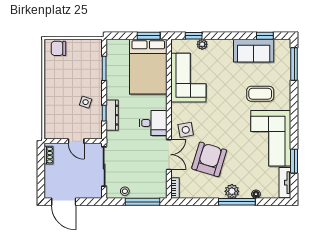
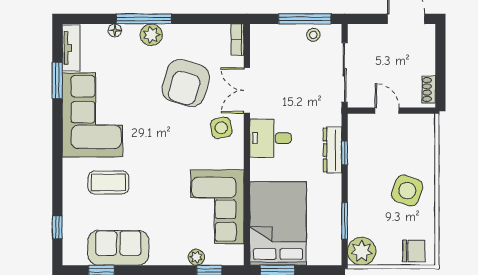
plant: (93, 48) -> (362, 251), added
window: (294, 64) -> (57, 227), width x0.46
side table: (86, 102) -> (407, 190), moved, width x1.87, depth x1.87
window: (143, 202) -> (305, 19), moved

